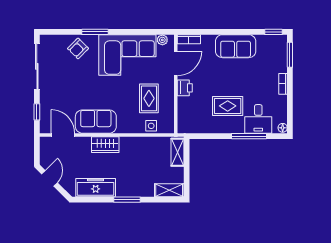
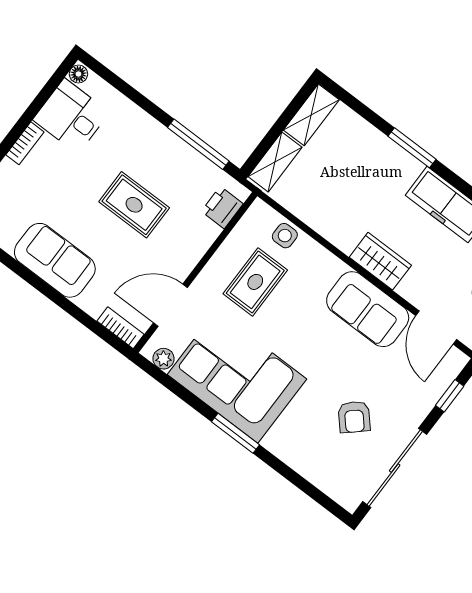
window: (95, 32) -> (235, 433), moved
armchair: (78, 48) -> (354, 417), moved, turned 93
printer: (185, 88) -> (222, 207), moved
rug: (228, 106) -> (134, 205), moved
desk: (258, 119) -> (71, 116), moved, turned -90
window: (249, 136) -> (198, 144), moved
shelving: (169, 190) -> (311, 115), moved, turned 90

